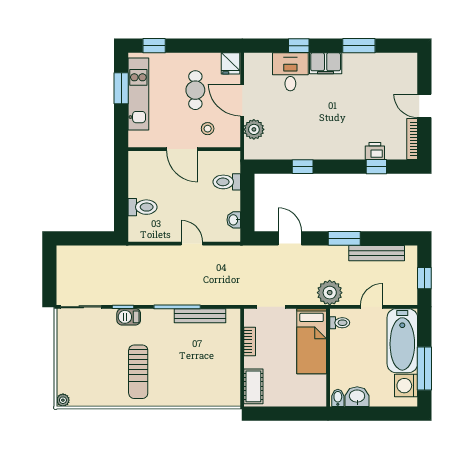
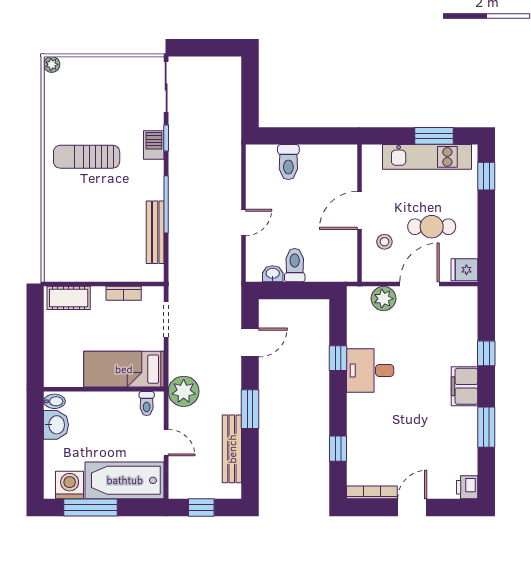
desk: (290, 72) -> (370, 370), moved, turned 180
printer: (375, 151) -> (467, 487), moved, turned 180
toilet: (227, 182) -> (295, 265), moved

